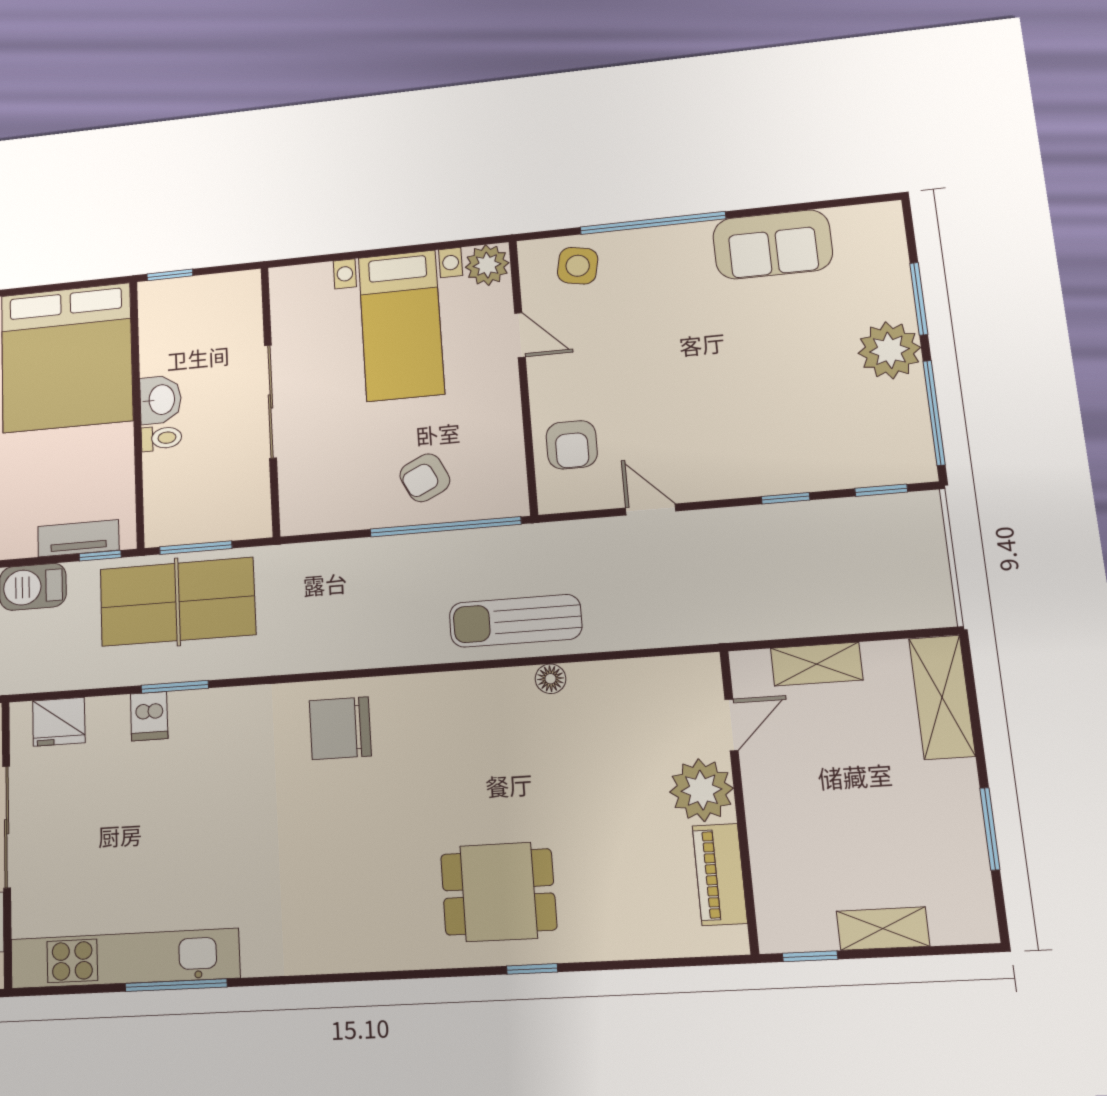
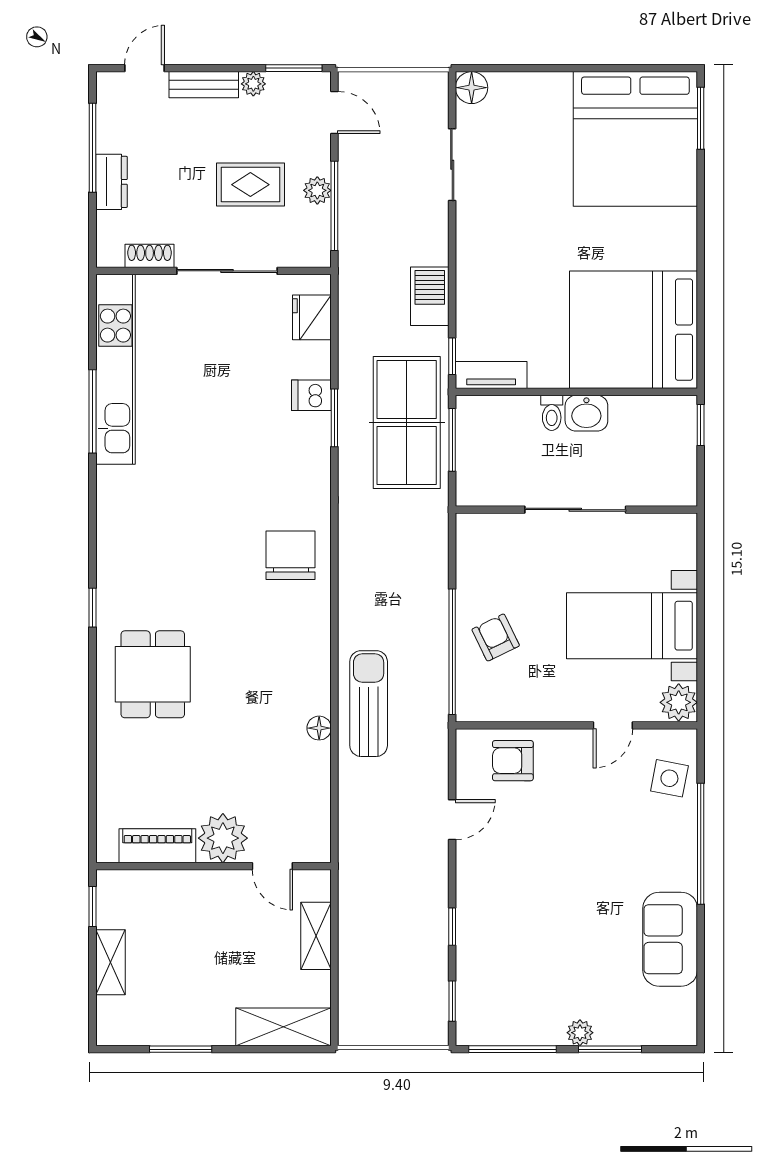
plant: (889, 350) -> (580, 1033), width x0.53, depth x0.53
tv unit: (78, 538) -> (491, 375), moved, turned -90
window: (532, 969) -> (93, 608), moved

